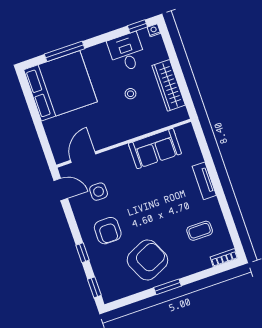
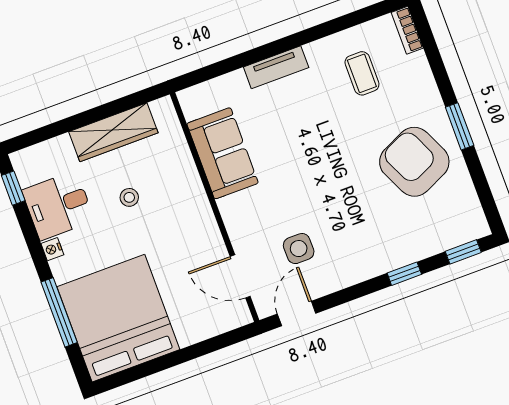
nightstand: (154, 30) -> (52, 249), moved
armchair: (108, 231) -> (365, 231), removed

